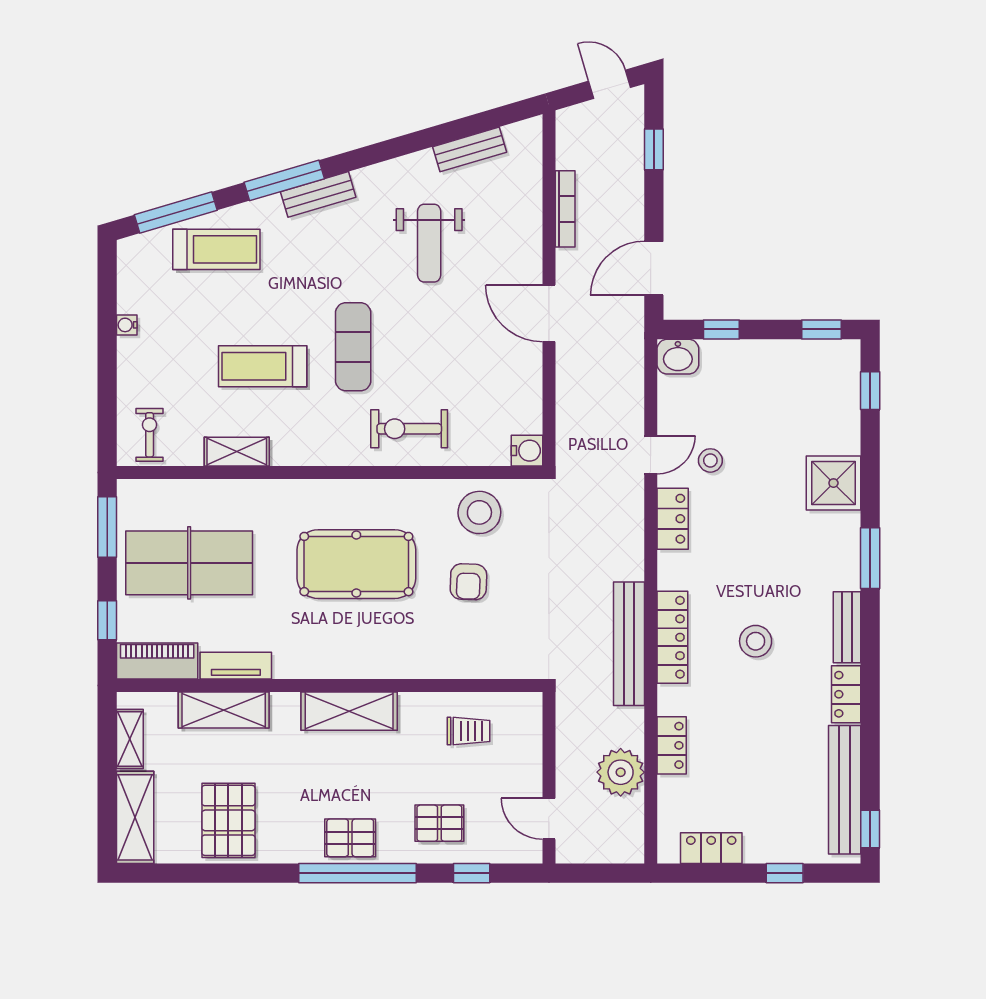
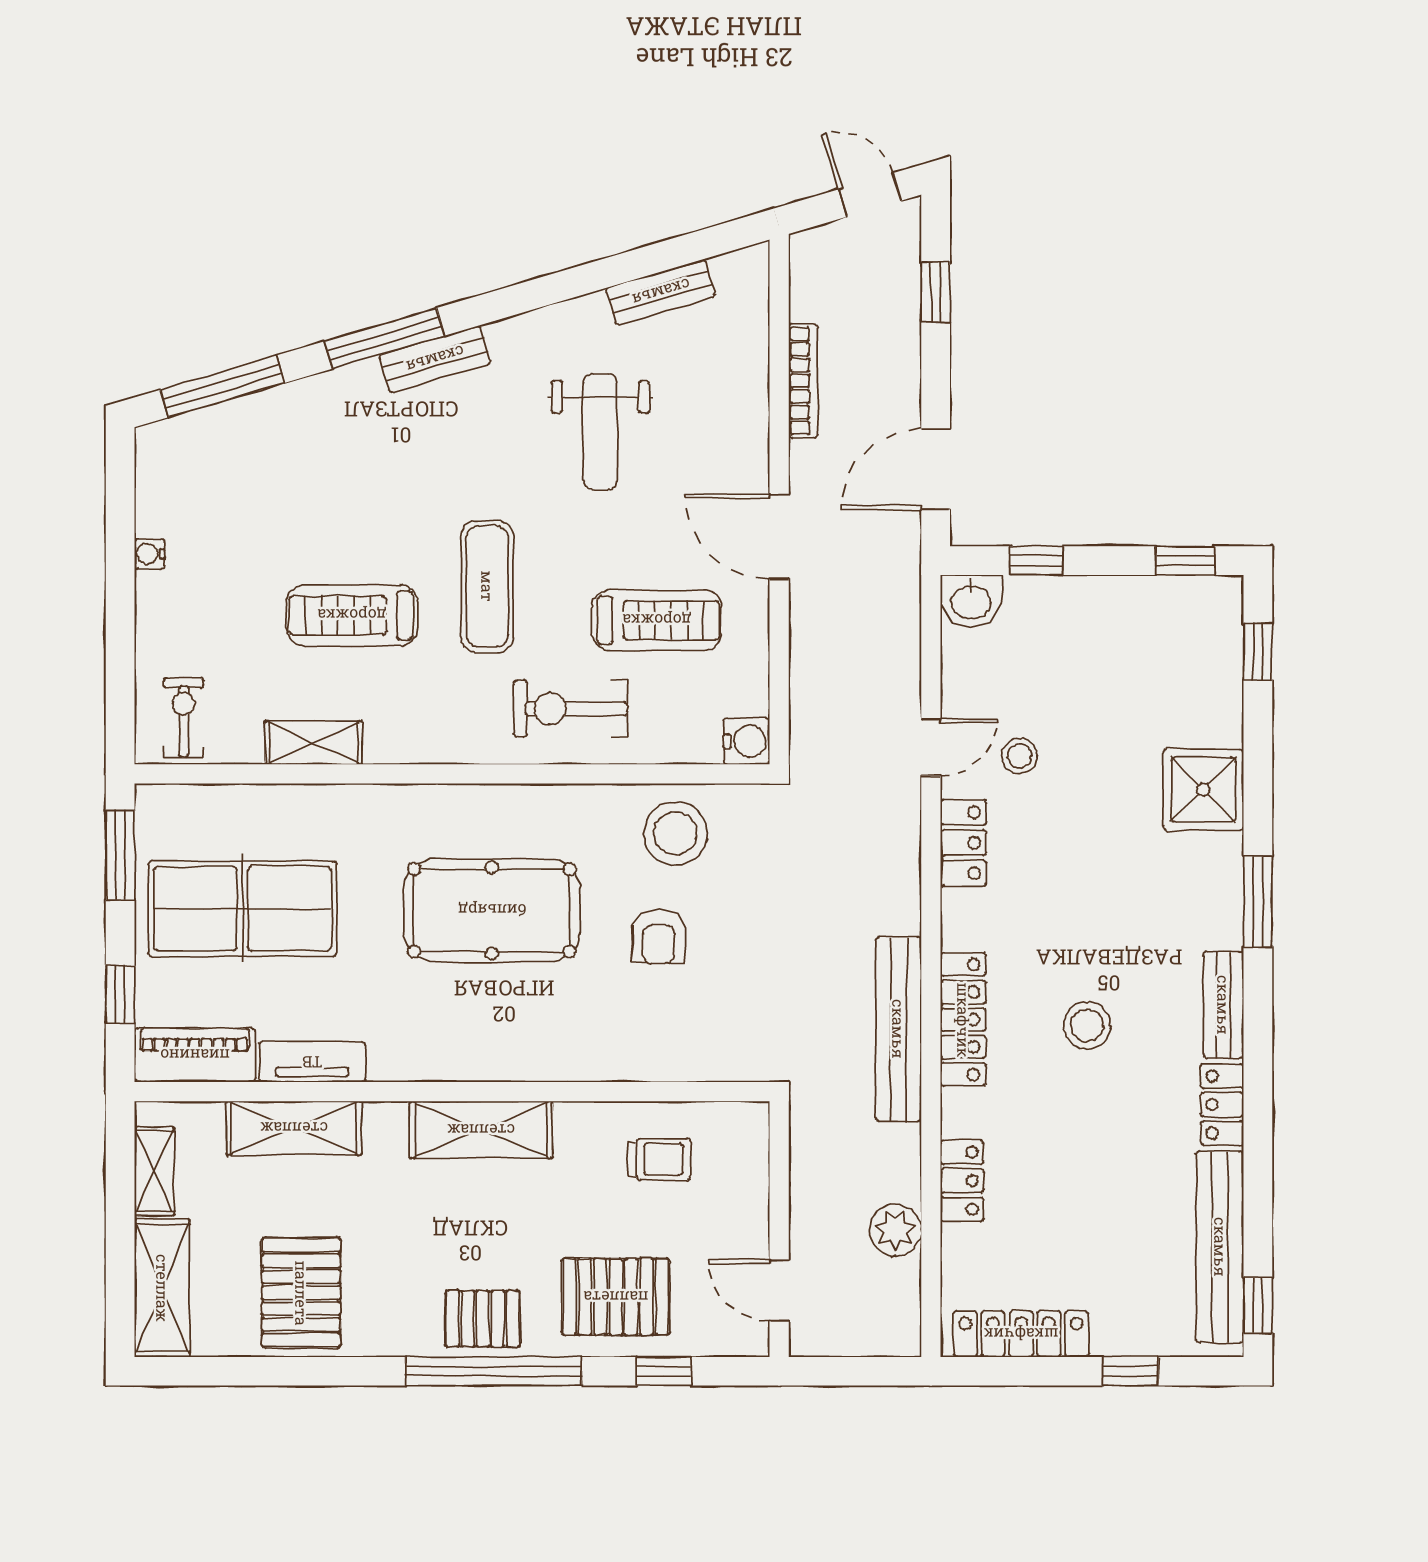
treadmill: (216, 249) -> (657, 620), moved
plant: (621, 772) -> (895, 1230), width x0.73, depth x0.73
pallet: (439, 823) -> (616, 1297), width x1.50, depth x1.42
locker: (711, 848) -> (1021, 1334), width x1.53

